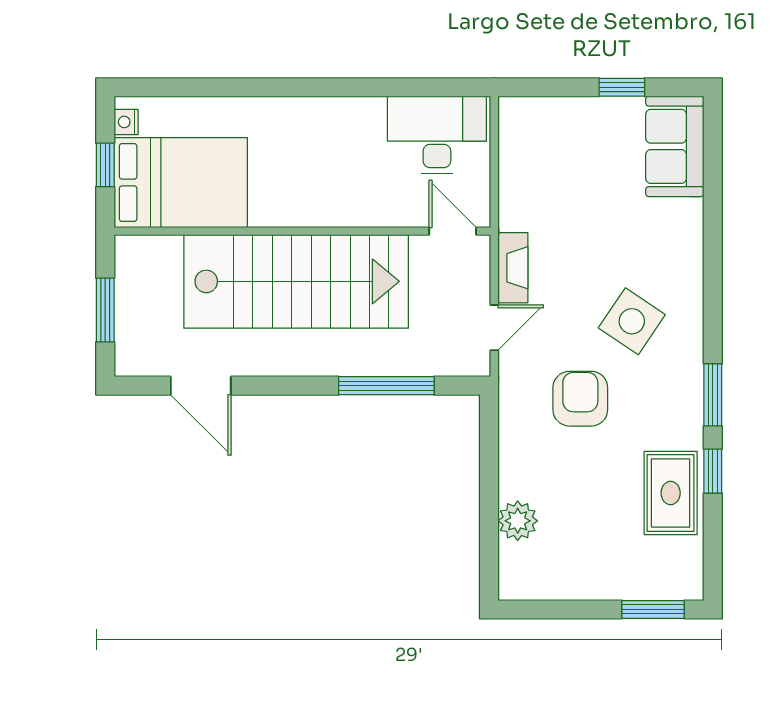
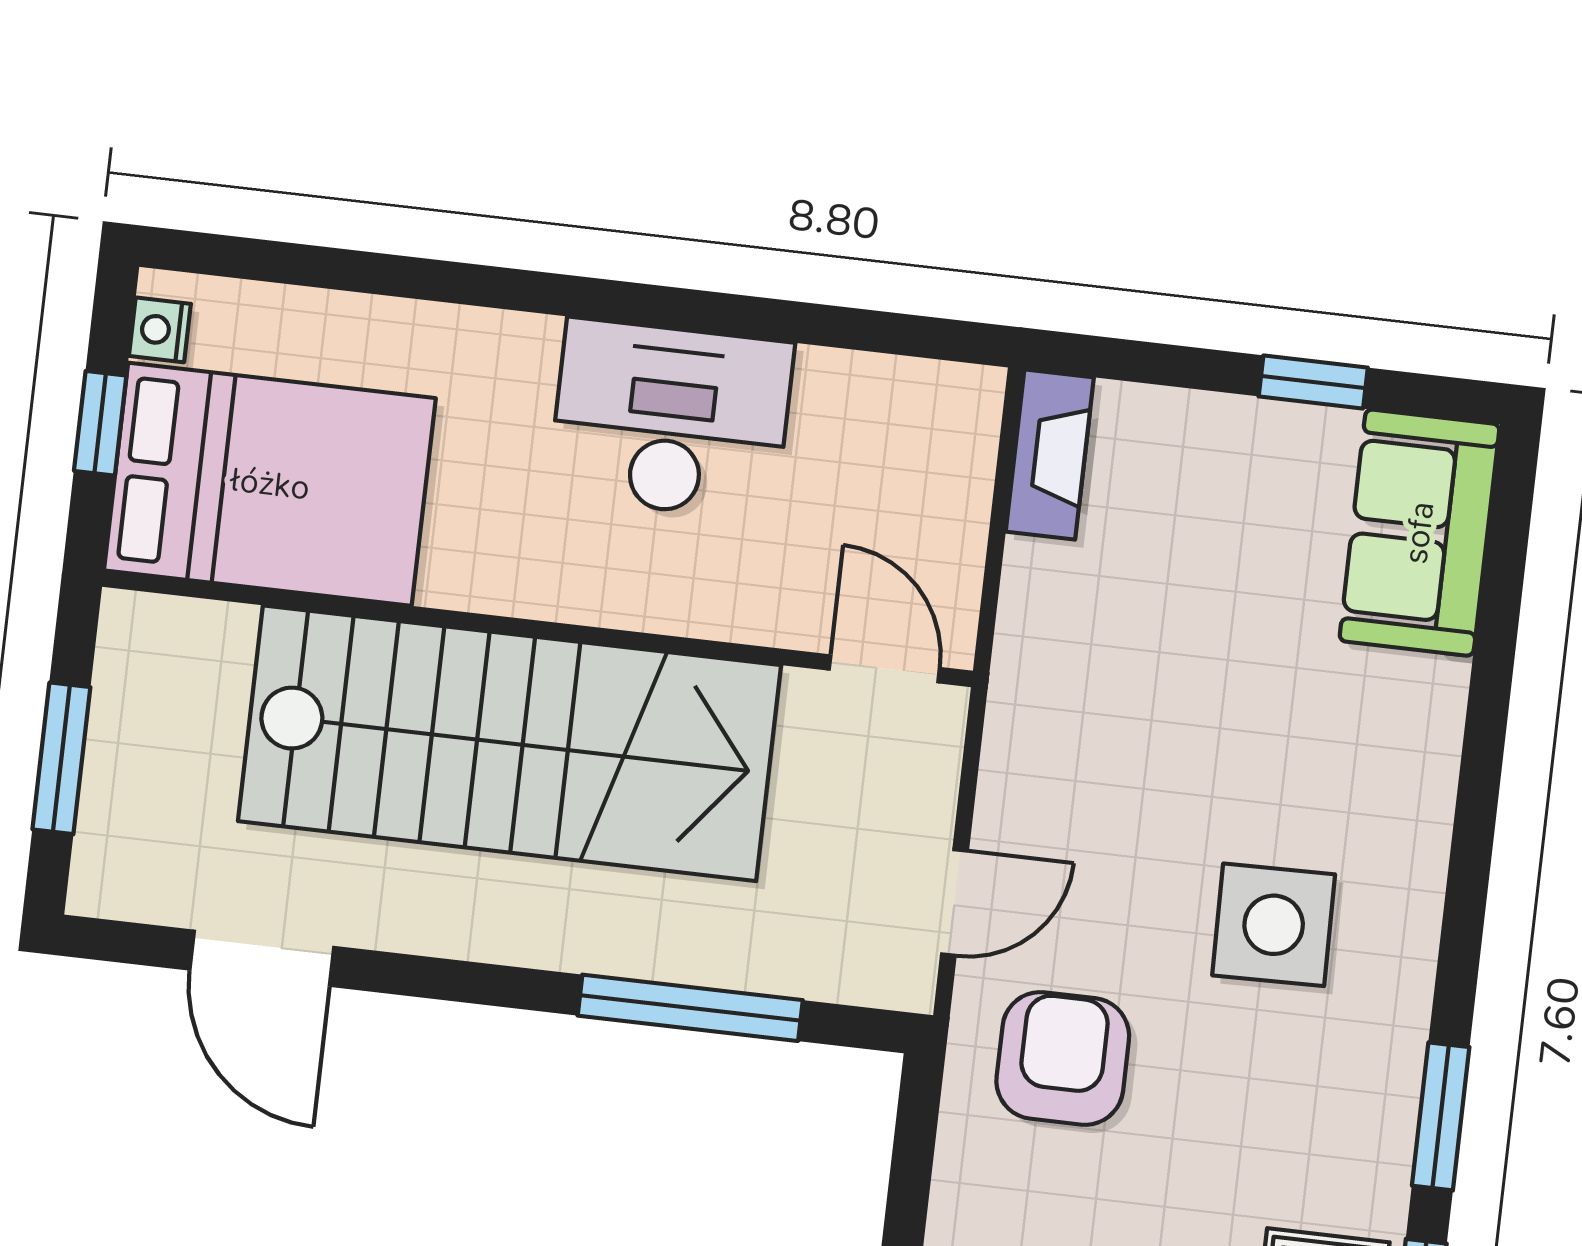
desk: (437, 135) -> (671, 419), moved
fireplace: (513, 268) -> (1050, 455), moved
side table: (632, 321) -> (1274, 925), turned -35
armchair: (580, 399) -> (1063, 1058), moved

